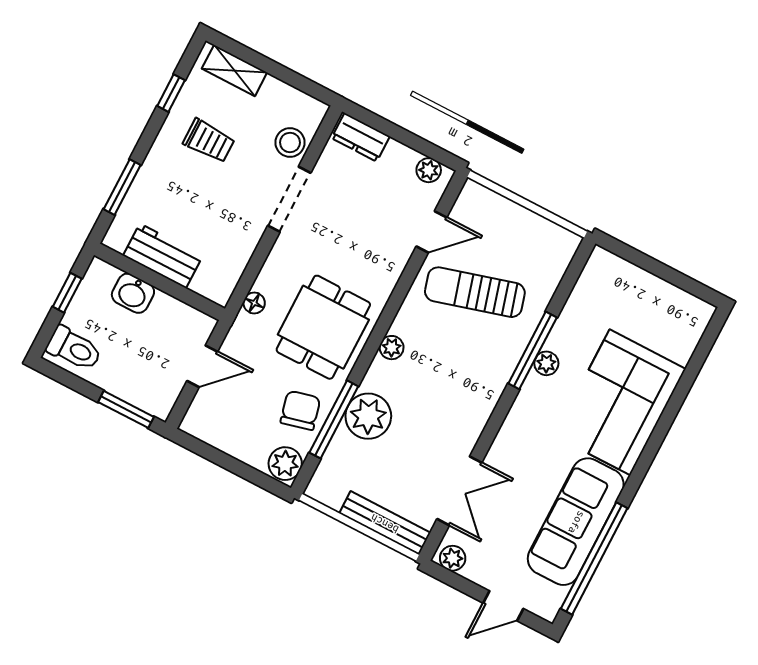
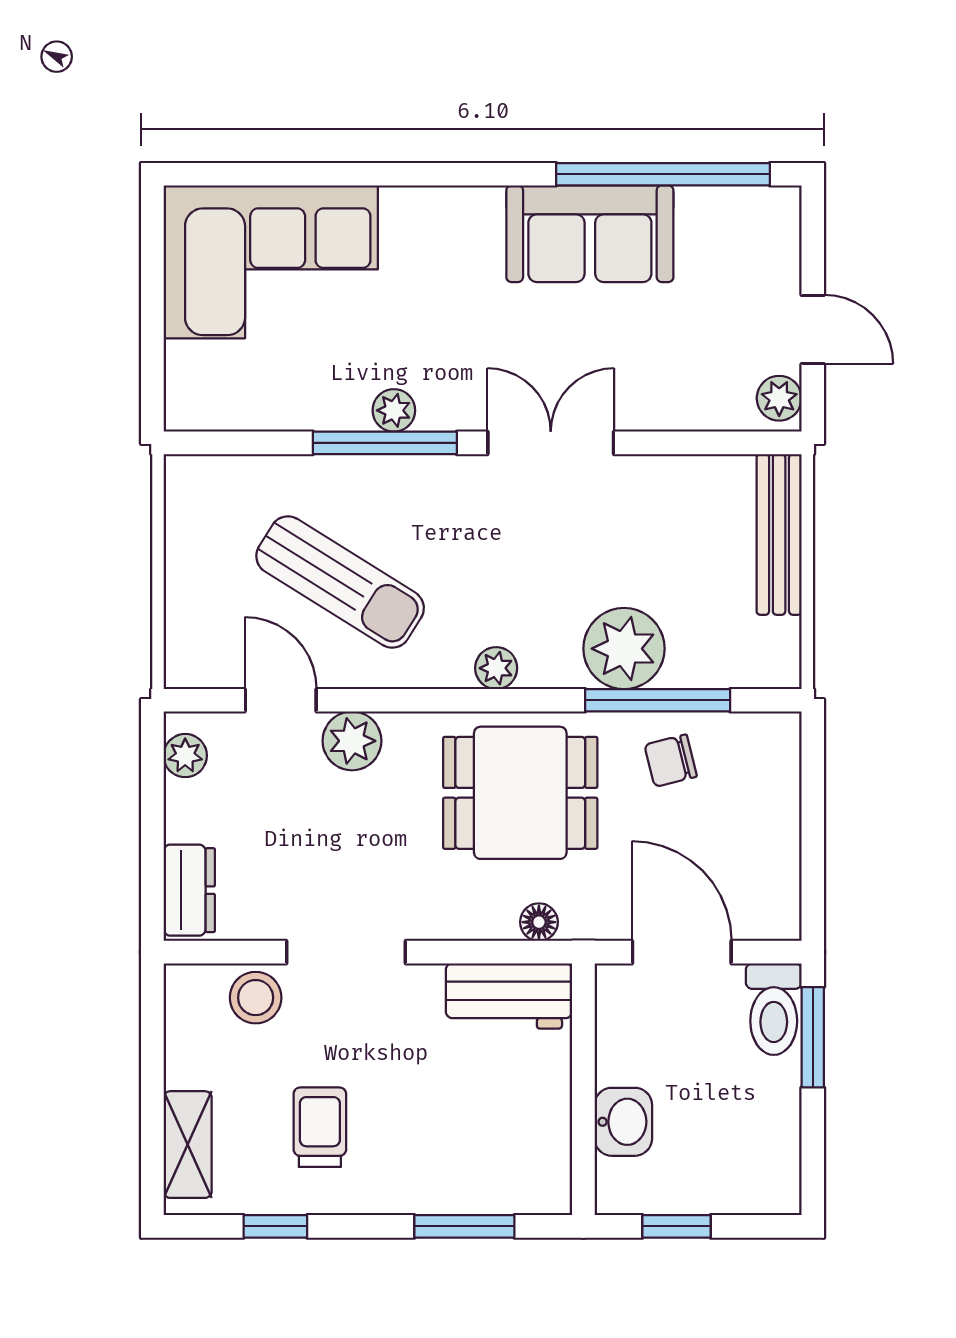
workbench: (163, 256) -> (509, 996), moved, turned -90
sun lounger: (475, 292) -> (340, 582), turned -42
toilet: (74, 349) -> (774, 1009), moved, turned 180
door: (202, 366) -> (682, 952), width x1.38
corner sofa: (620, 402) -> (271, 262), moved
chair: (300, 410) -> (671, 761), width x0.73, depth x0.73
plant: (285, 464) -> (352, 741), moved
double door: (459, 491) -> (551, 443), moved
sofa: (576, 522) -> (590, 234), width x0.73
door: (503, 606) -> (813, 329), moved

